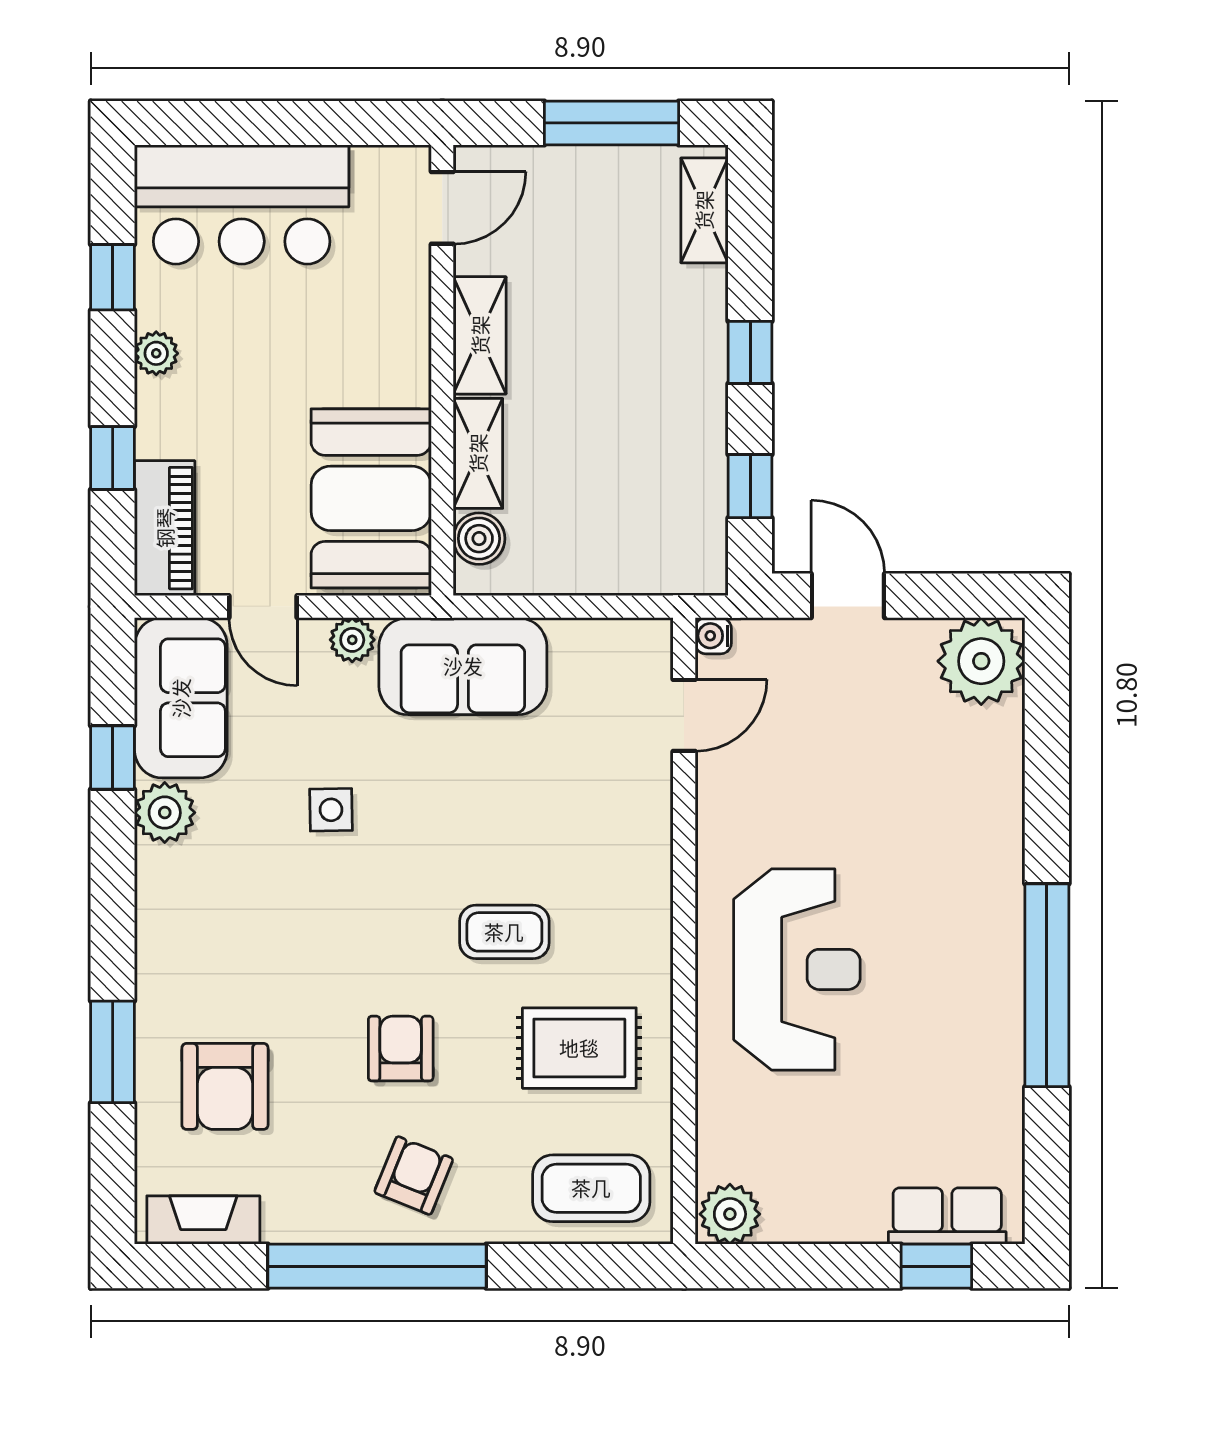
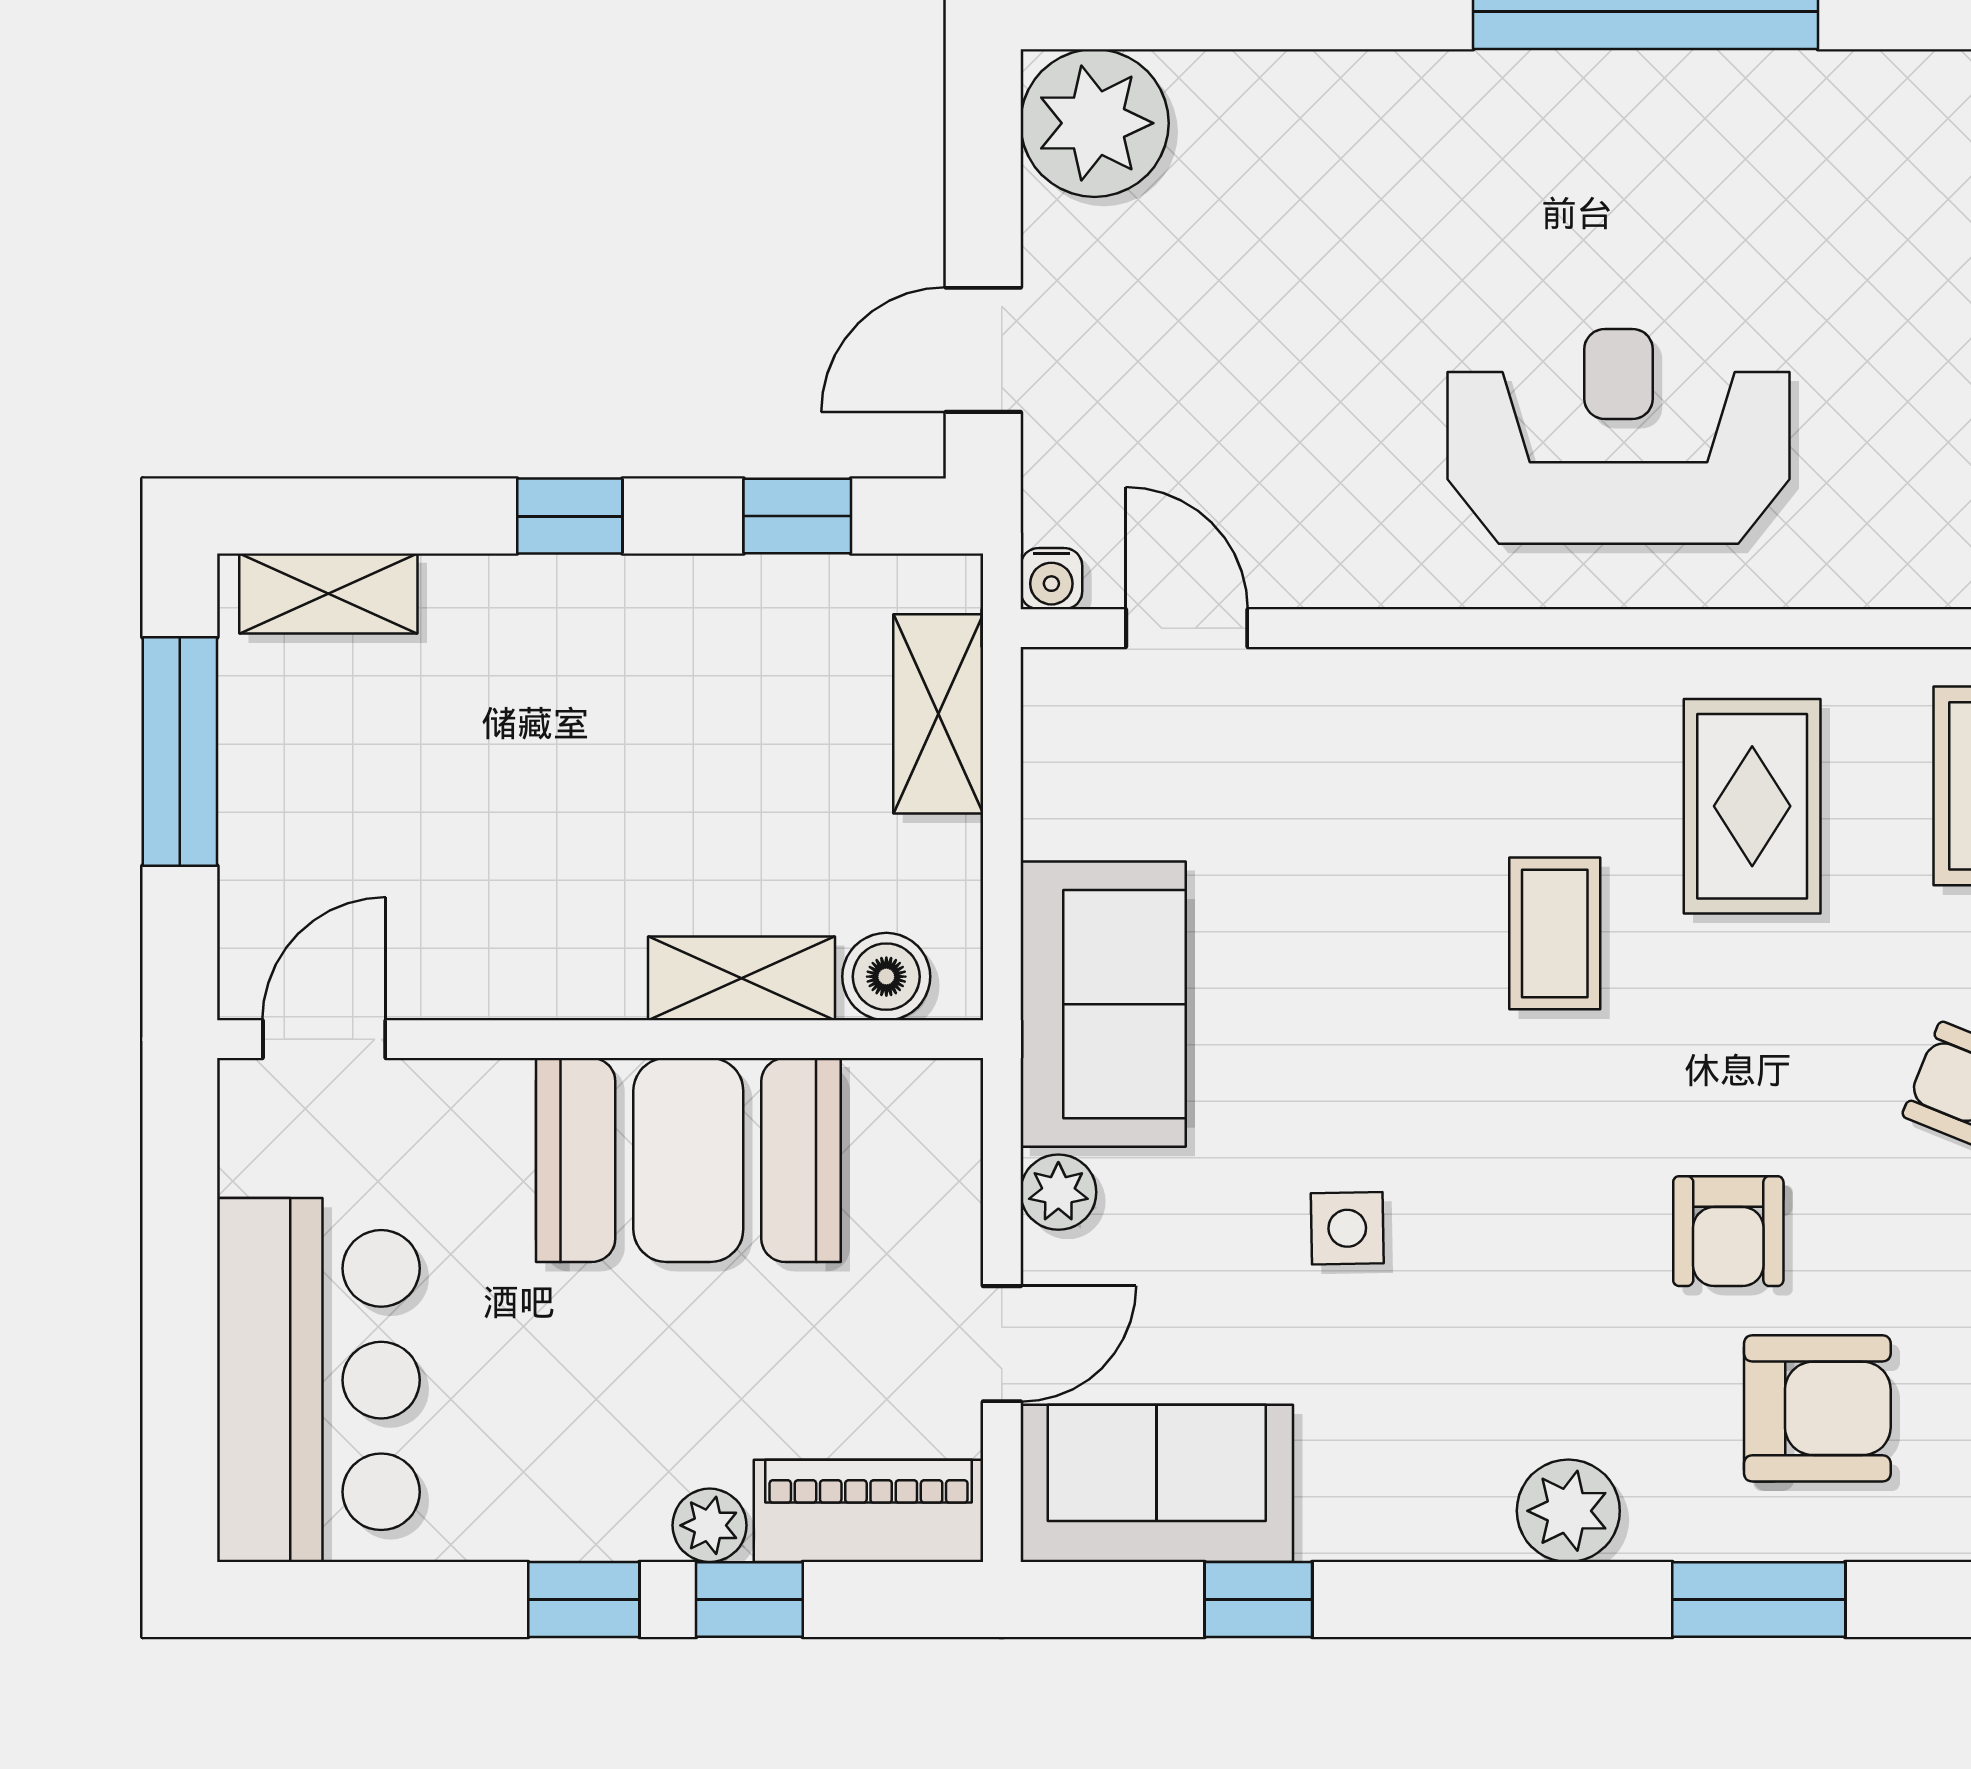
door: (442, 208) -> (324, 1039), hinge flipped
window: (113, 277) -> (584, 1600), moved
shelving: (480, 335) -> (938, 714), moved, turned 90
plant: (156, 353) -> (710, 1525), moved
booth: (371, 498) -> (688, 1160), moved
plant: (165, 813) -> (1568, 1511), moved
armchair: (401, 1049) -> (1728, 1231), moved, turned -90

